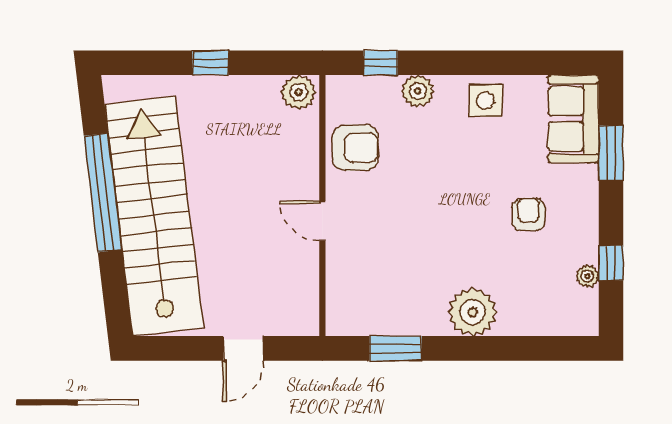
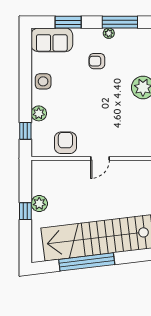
plant: (299, 92) -> (39, 204), moved
window: (611, 263) -> (120, 22), width x2.17
plant: (587, 276) -> (109, 33), moved

